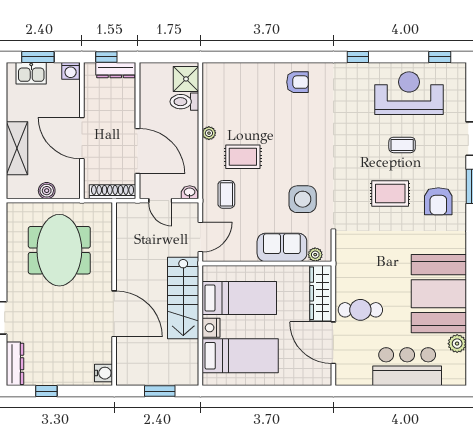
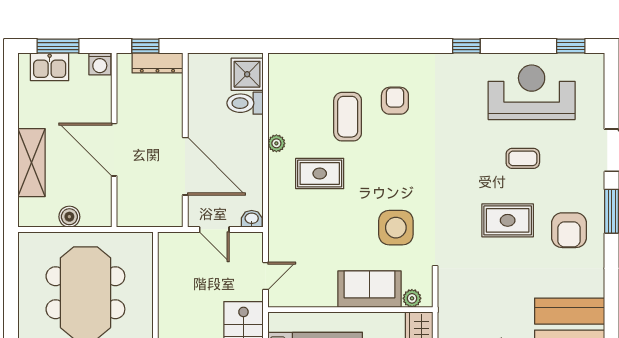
armchair: (297, 82) -> (395, 101), moved, turned -90
shoe rack: (113, 192) -> (153, 218), removed
coffee table: (226, 194) -> (348, 117), moved, width x1.36, depth x1.30
door: (200, 237) -> (265, 276), width x0.73

